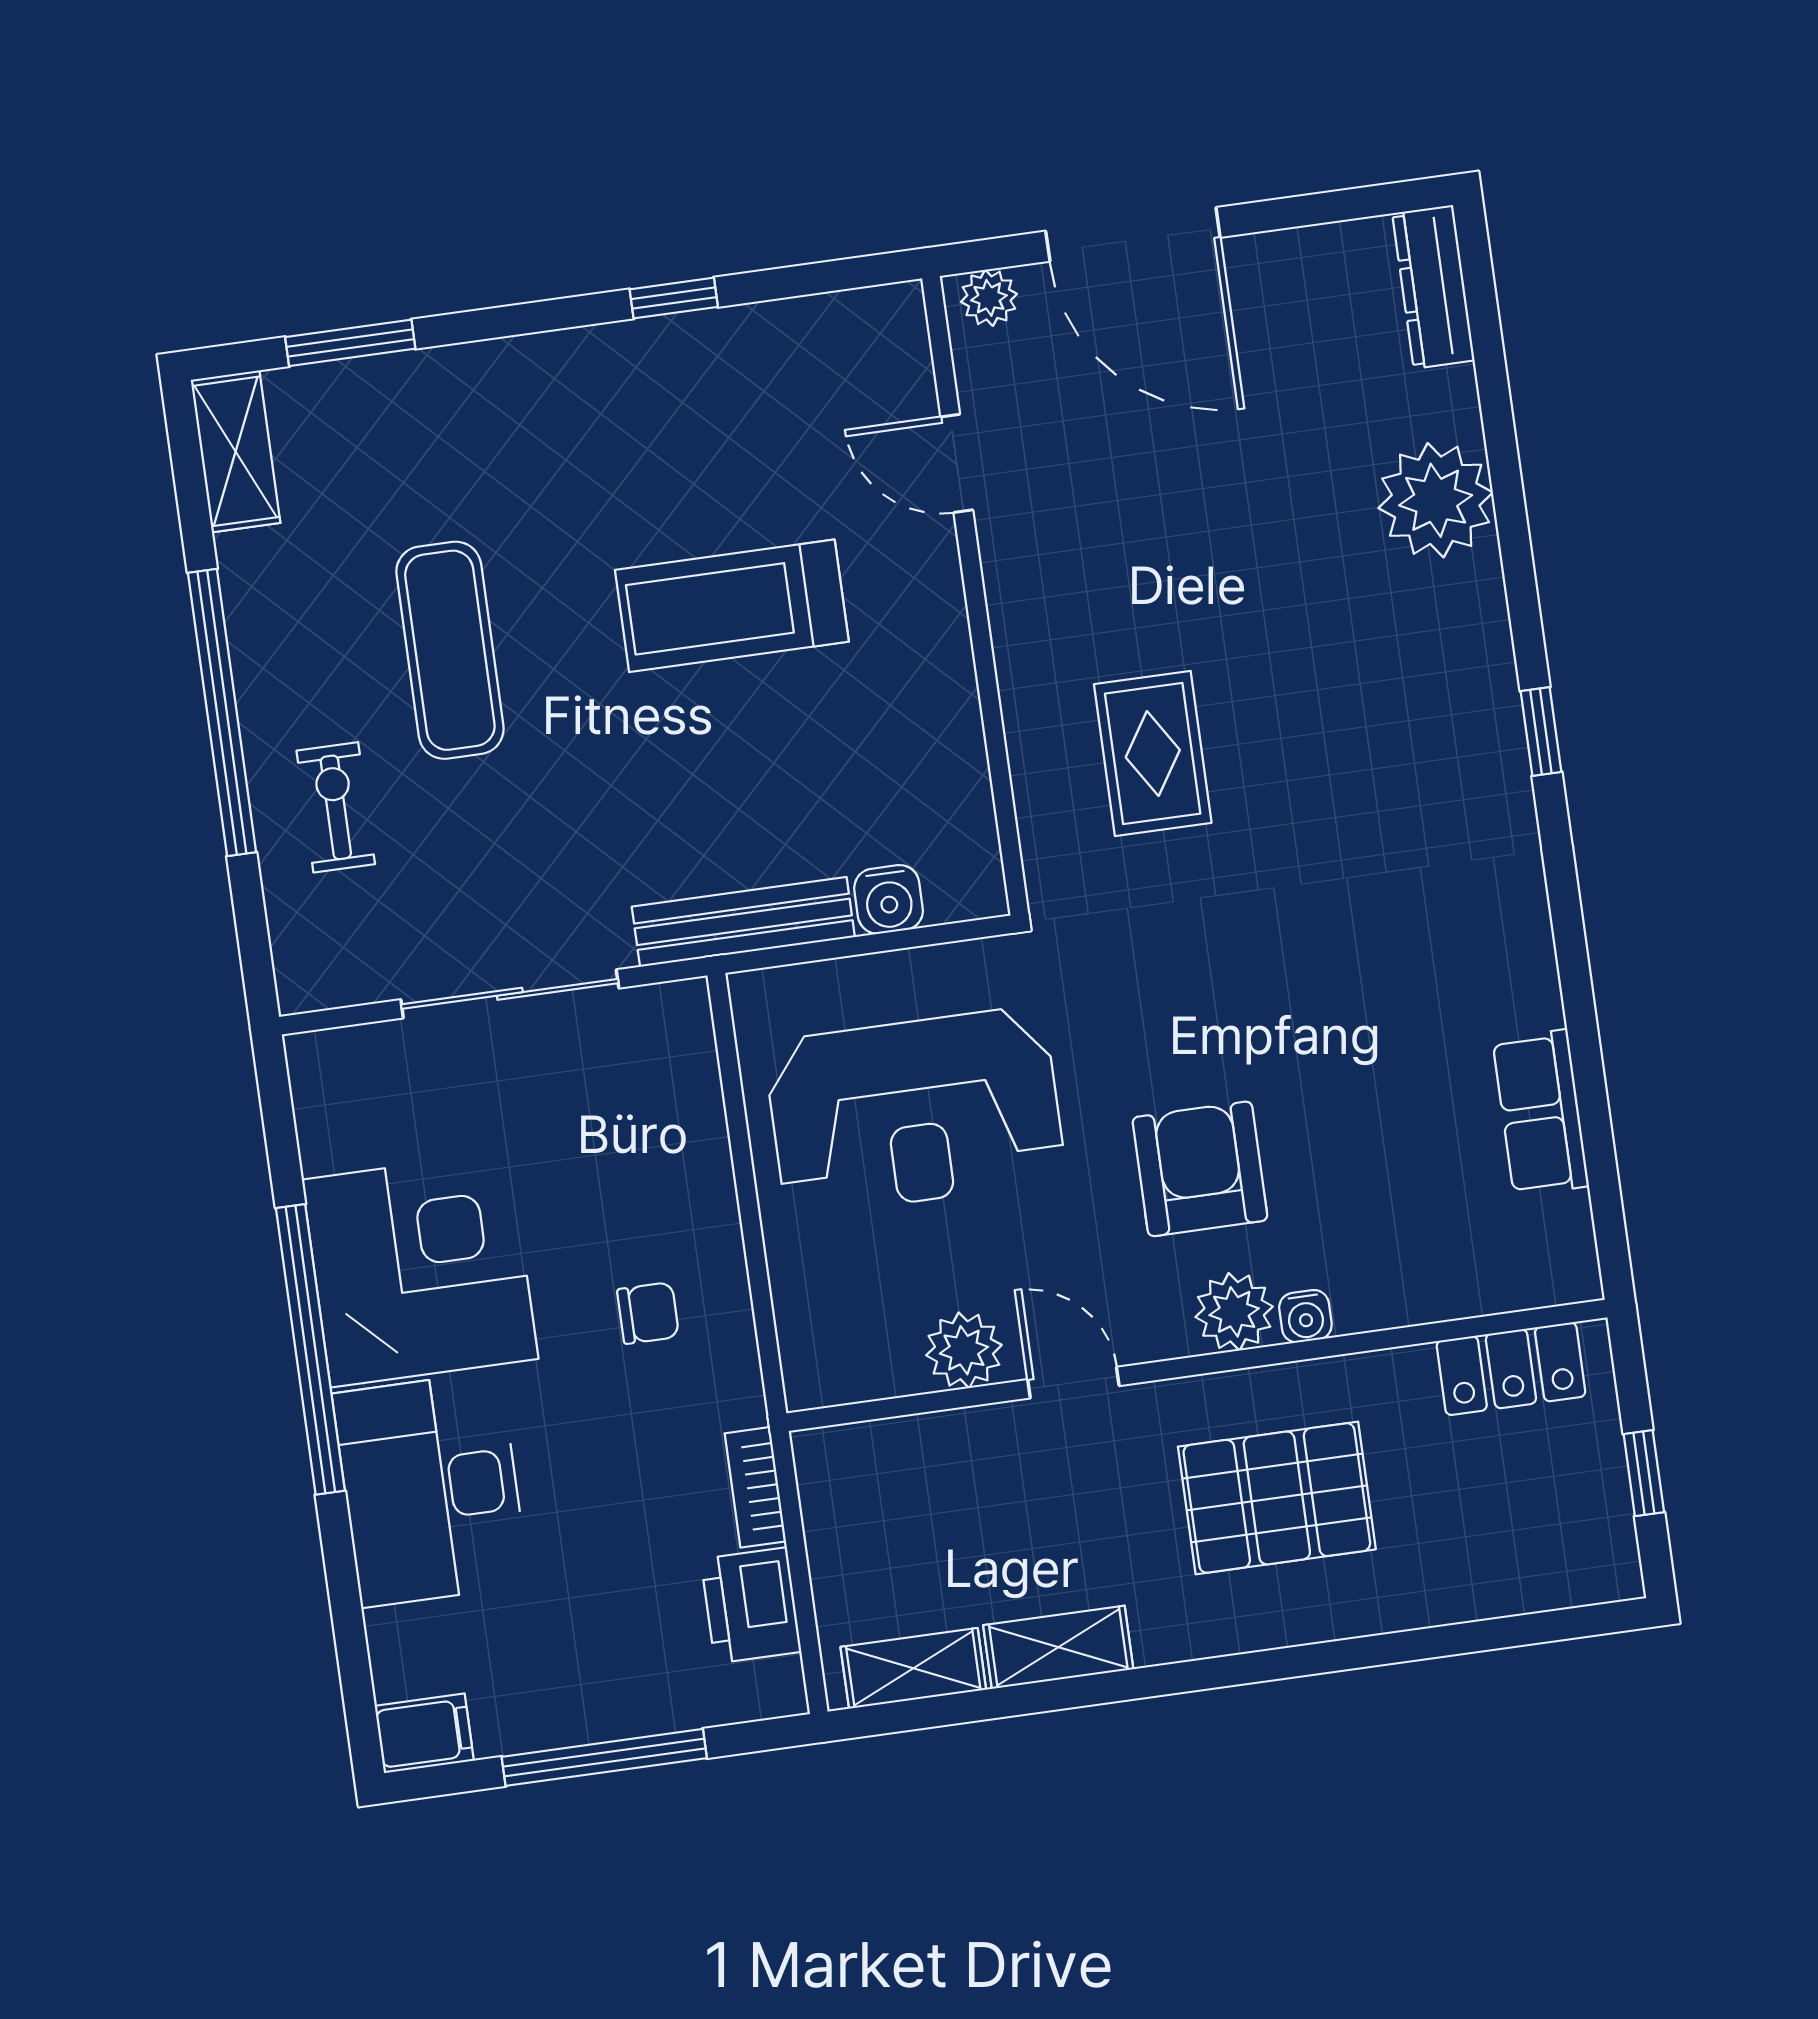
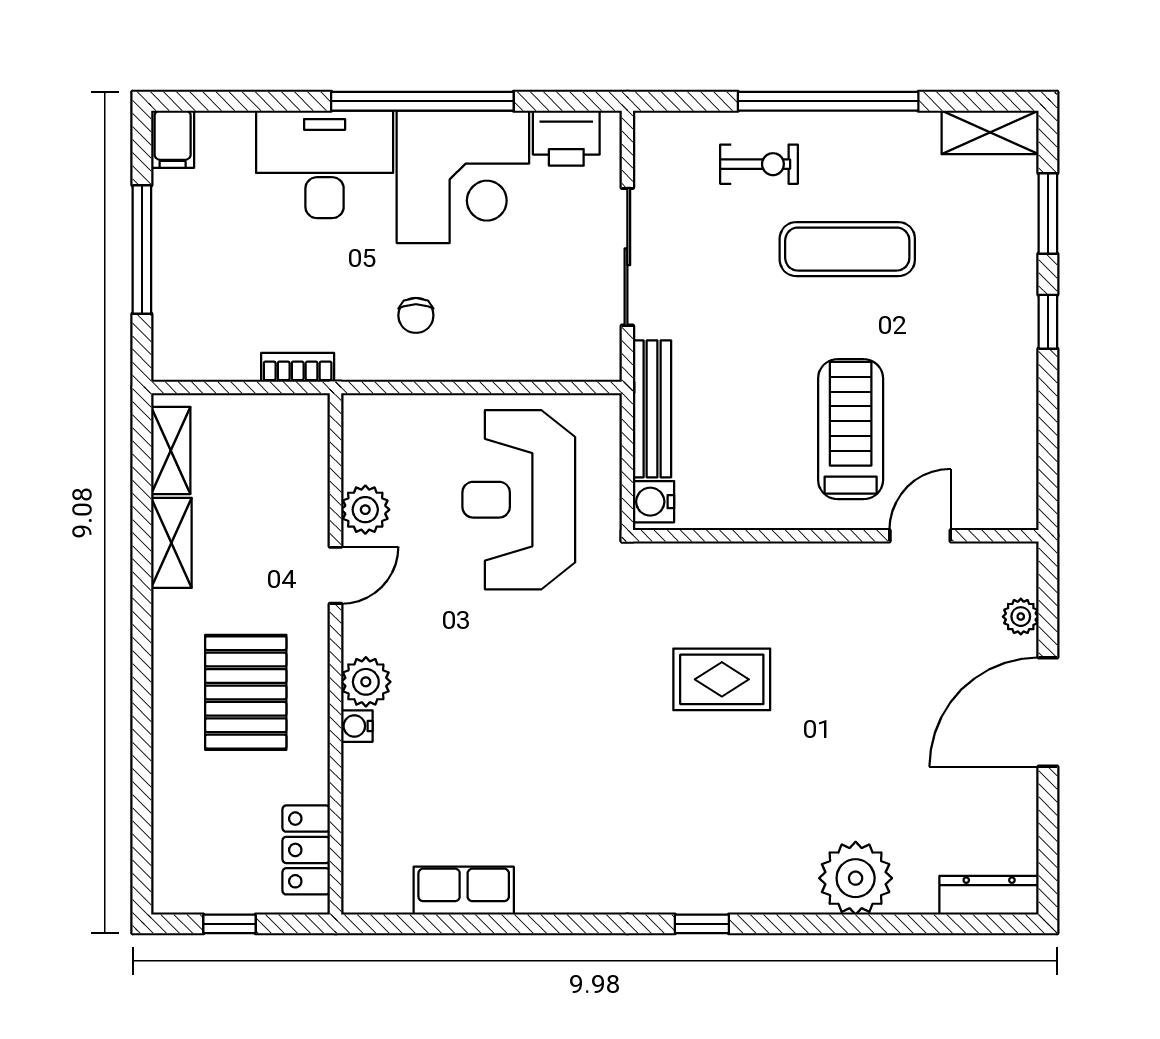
window: (674, 298) -> (1048, 322), moved
door: (957, 463) -> (920, 536), moved
wall: (975, 596) -> (836, 536), moved
armchair: (1200, 1169) -> (458, 673), removed
printer: (751, 1605) -> (566, 138), moved, turned 180

